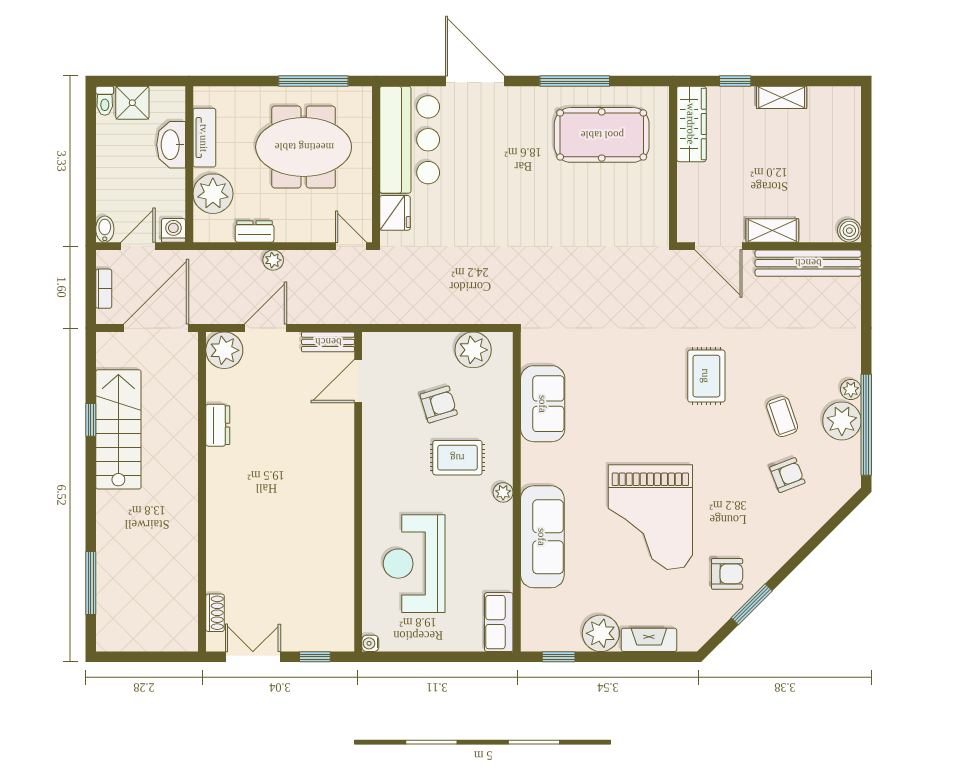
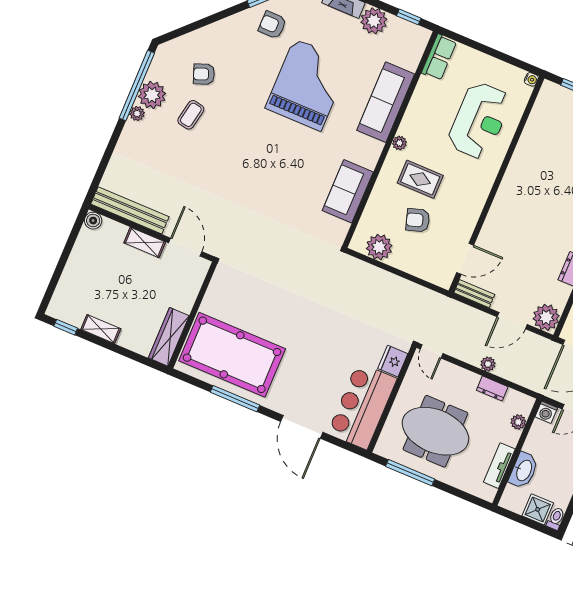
window: (735, 81) -> (66, 327), moved
pool table: (602, 135) -> (232, 355), width x1.36, depth x1.32
plant: (213, 194) -> (518, 422), width x0.53, depth x0.53
rug: (706, 376) -> (230, 163), removed
coffee table: (782, 417) -> (191, 115), turned 30

